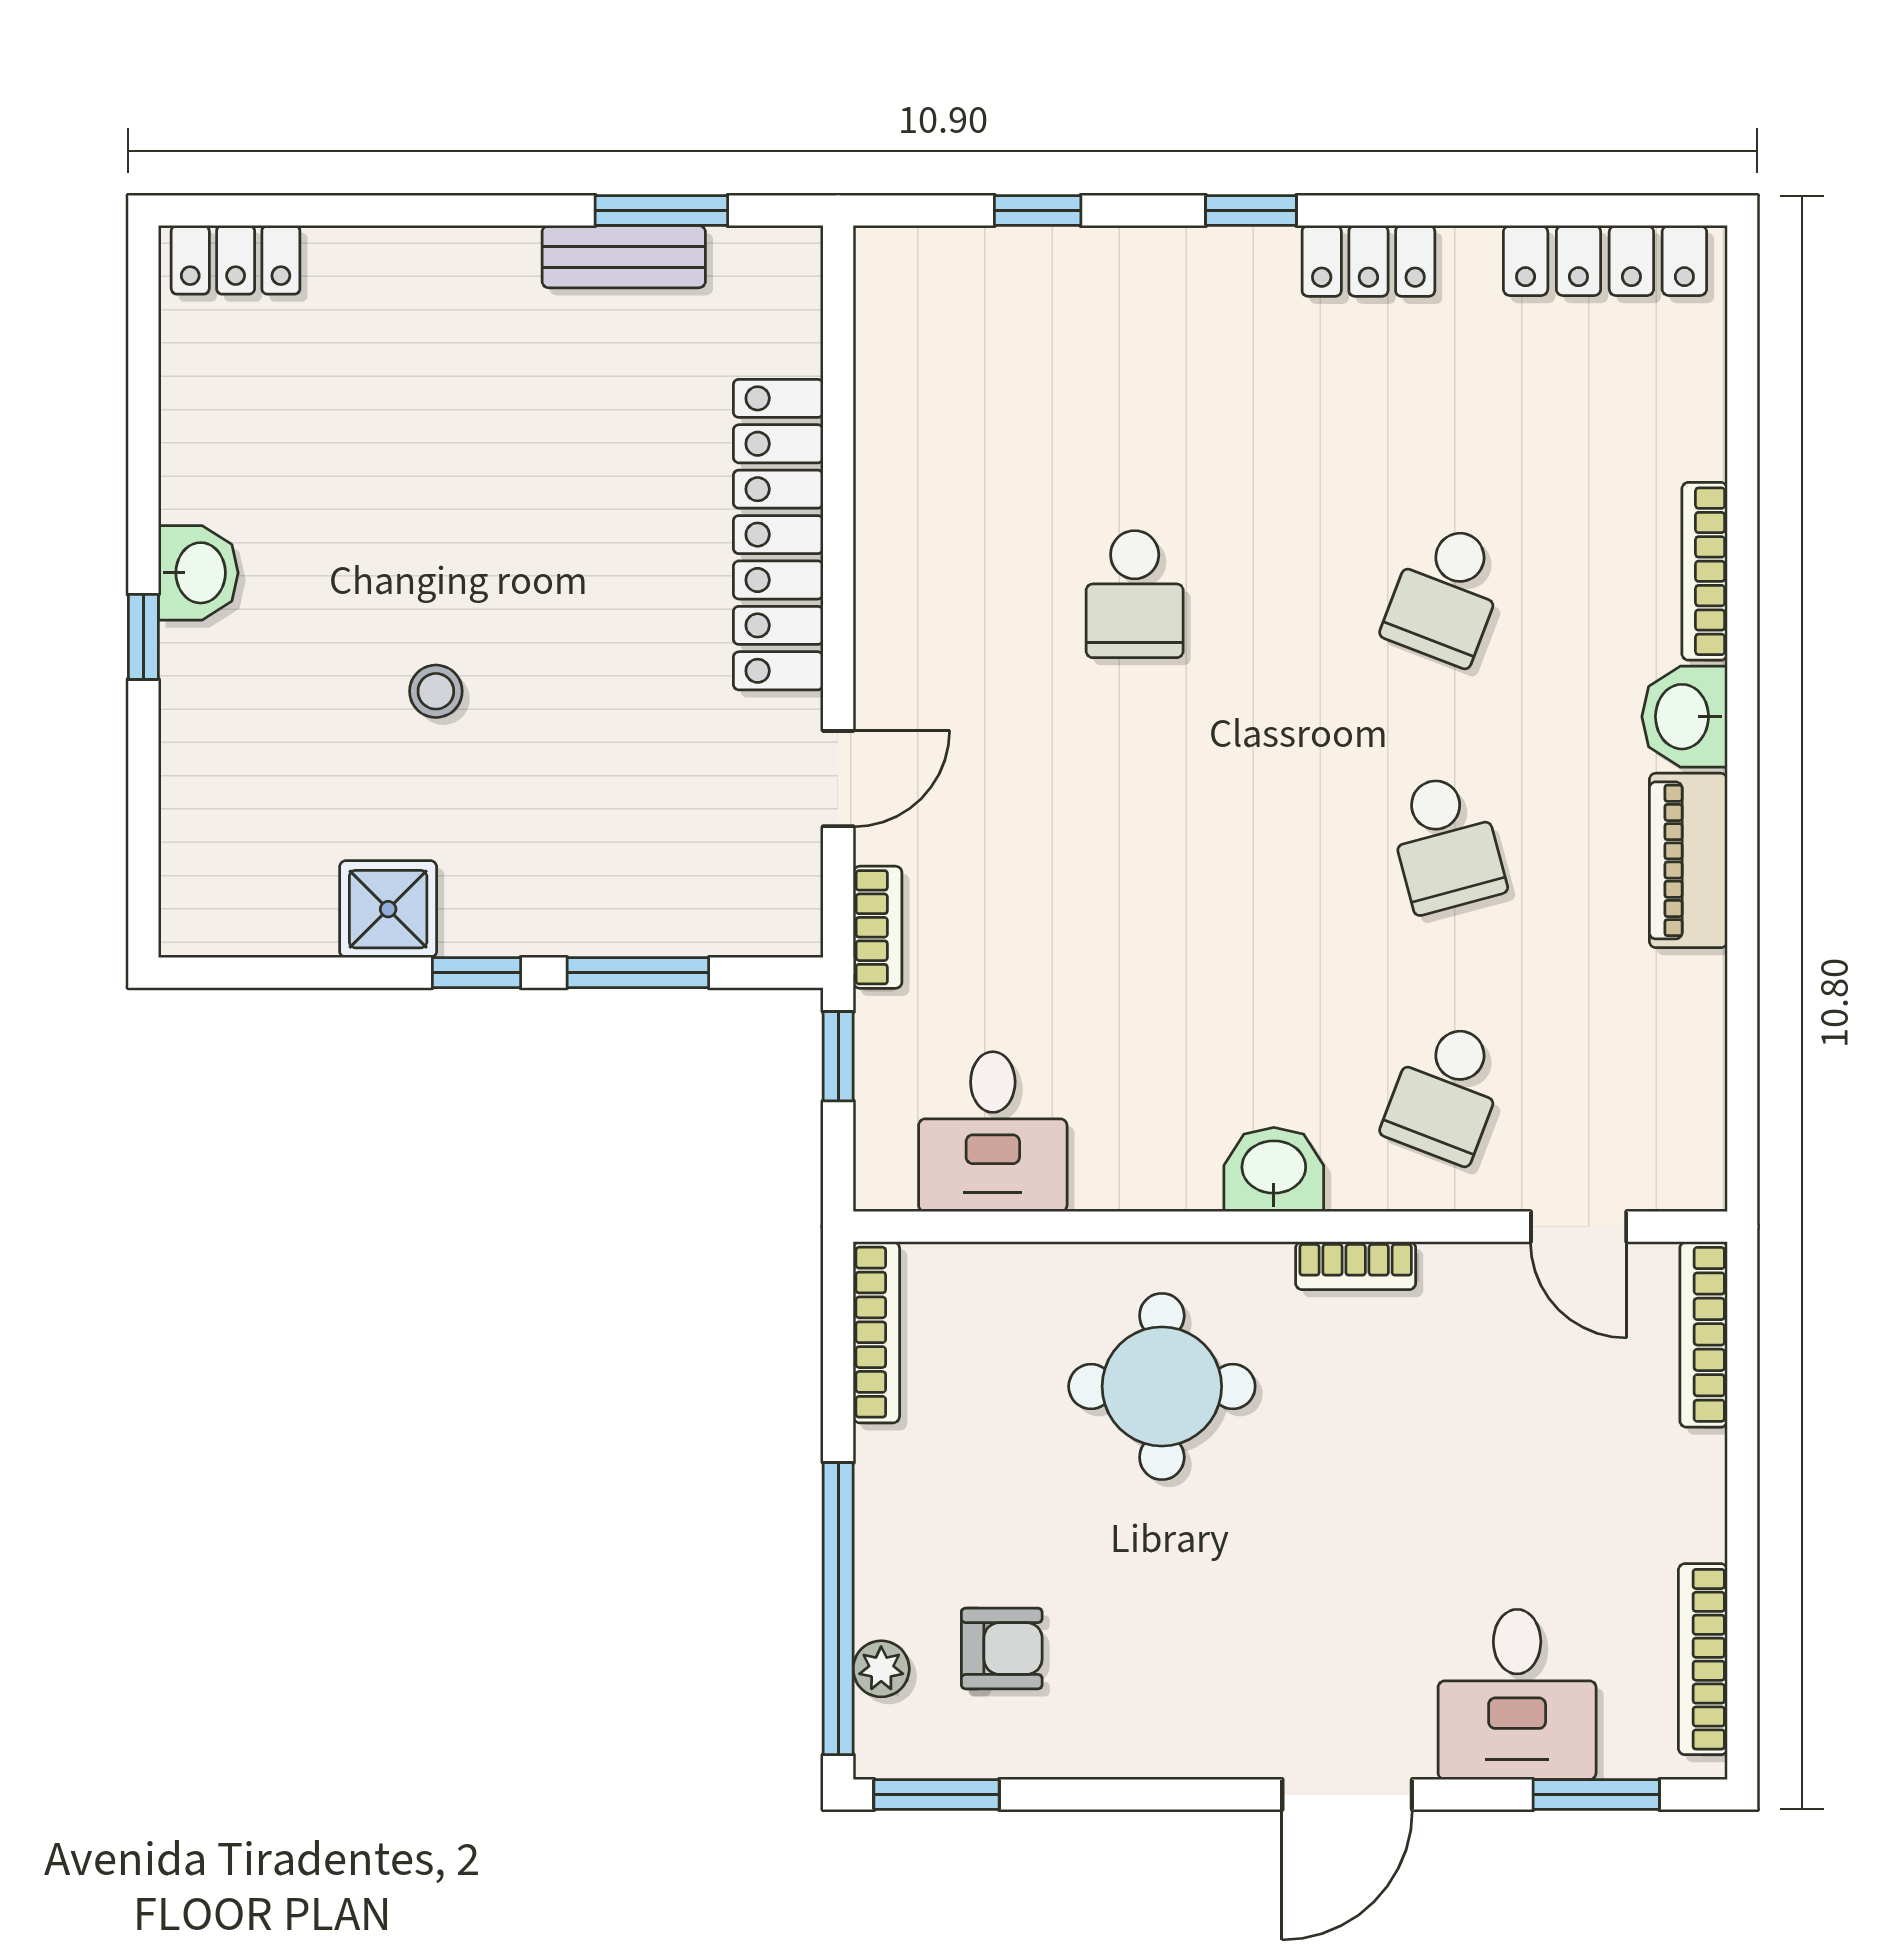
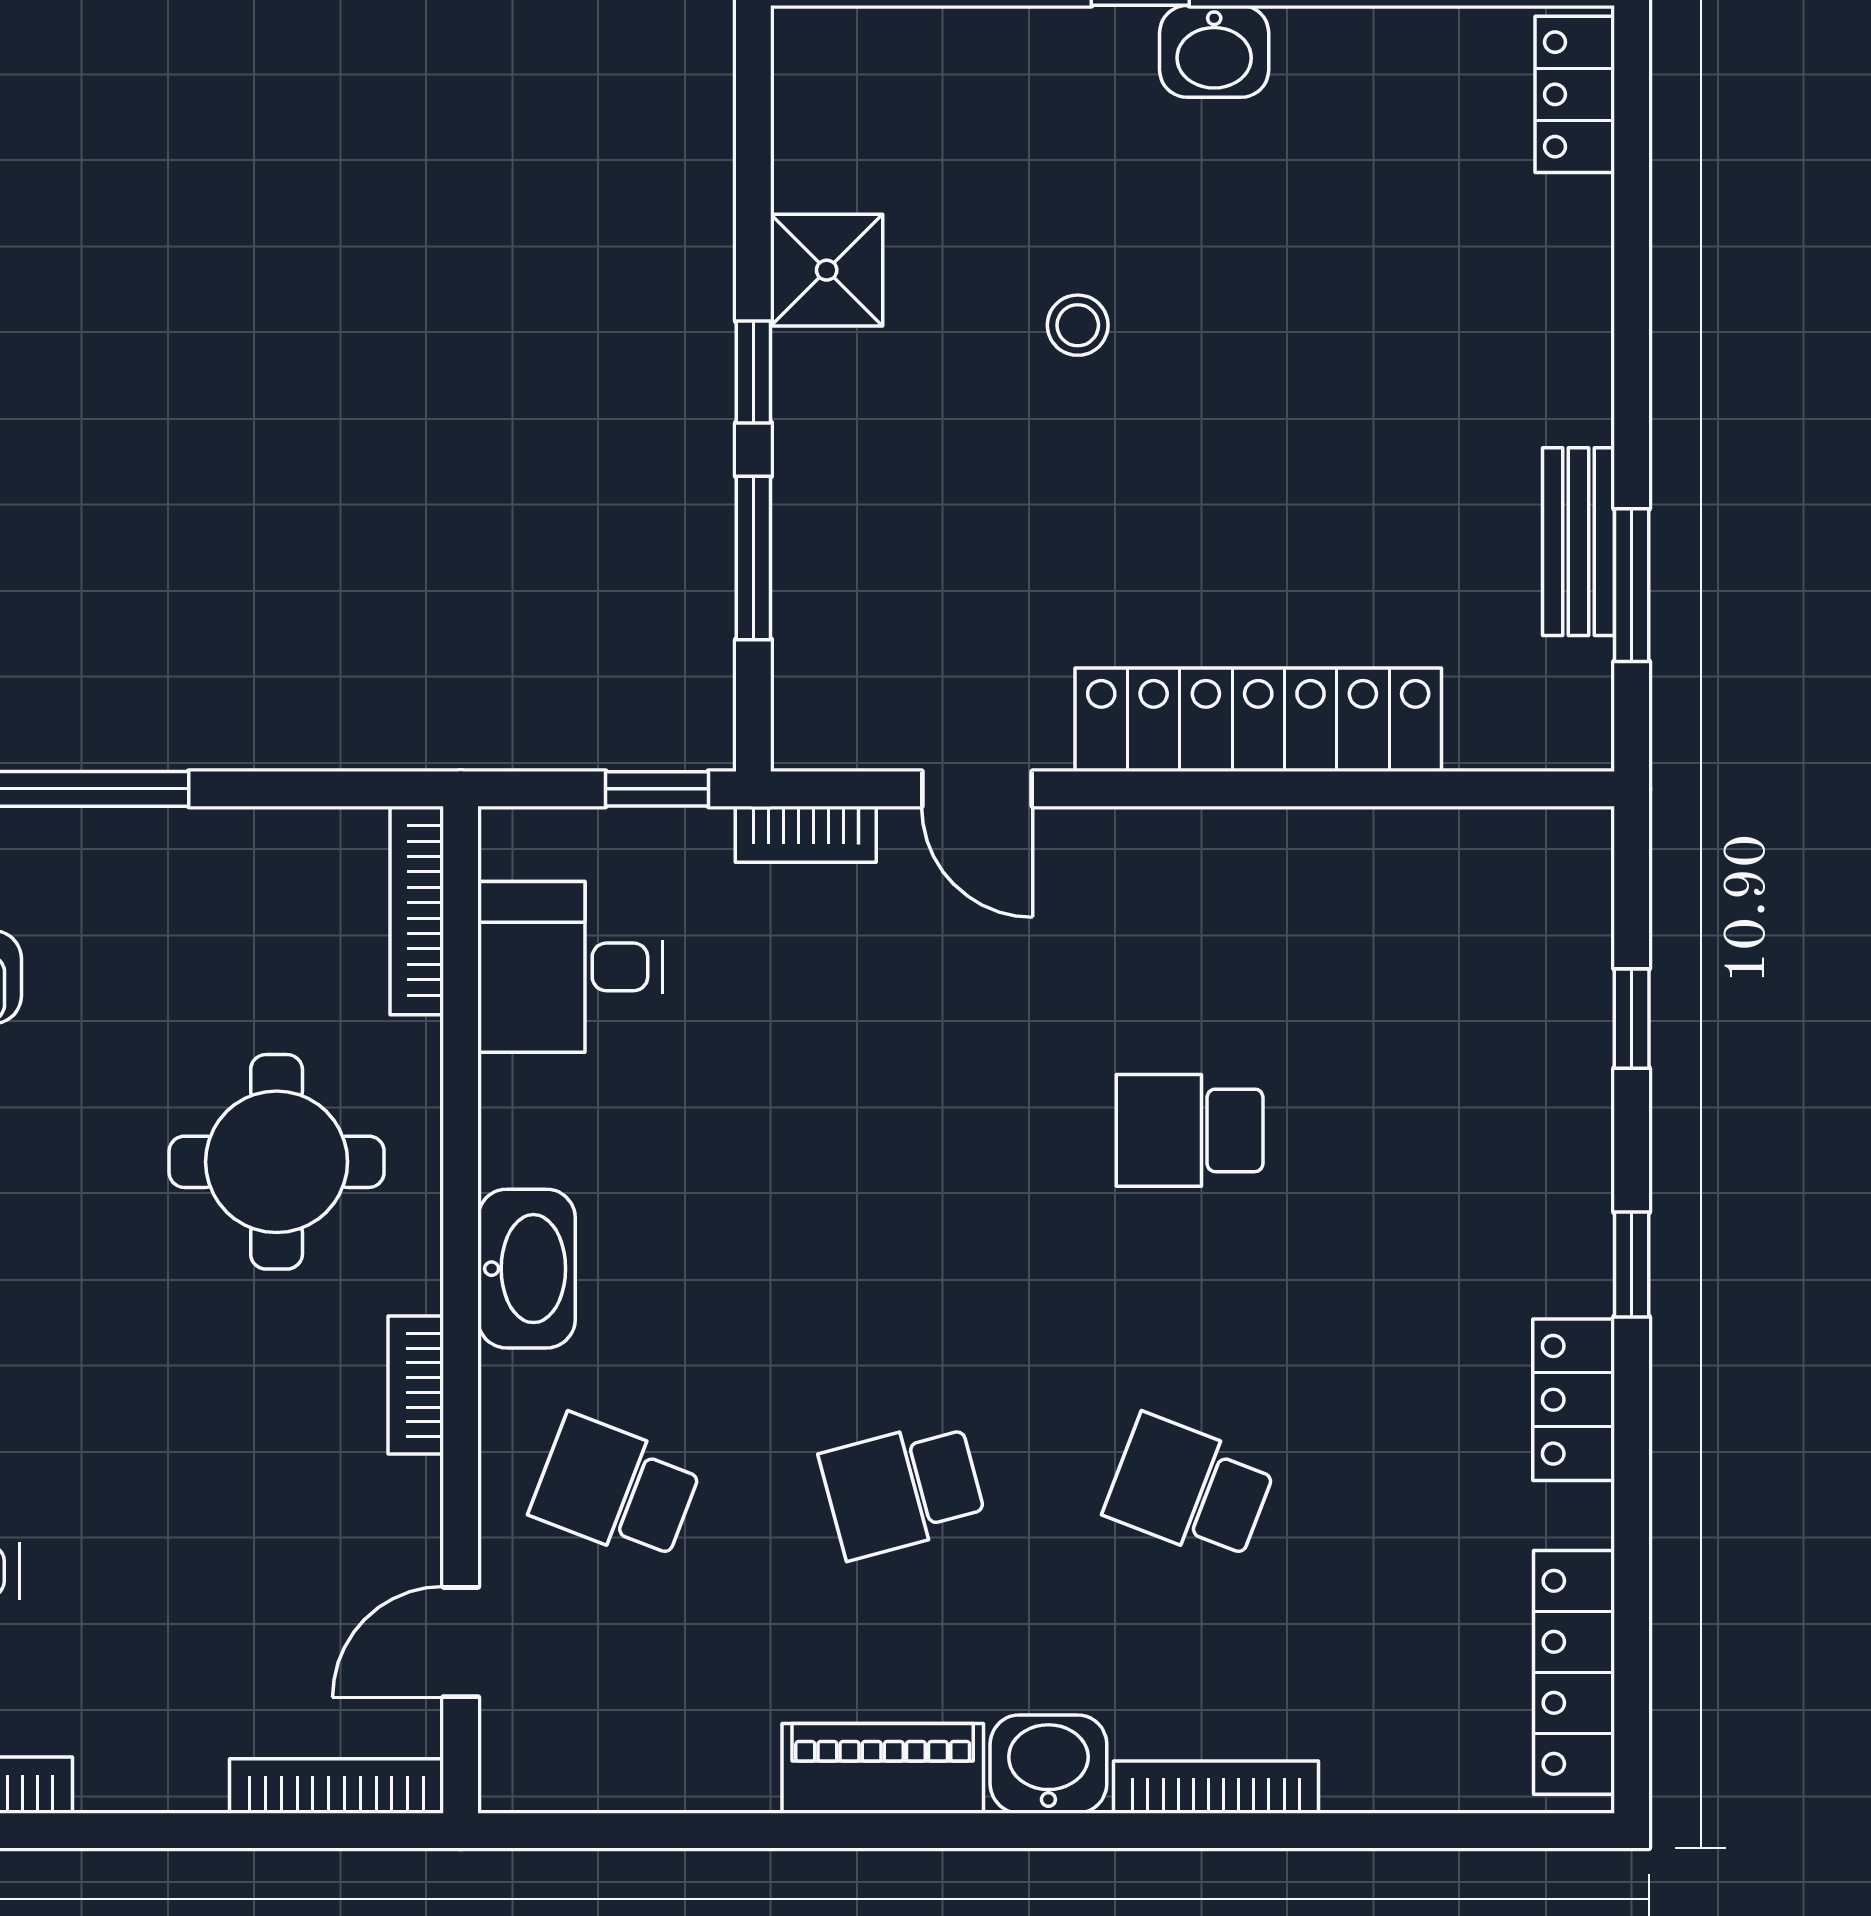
washbasin: (1274, 1170) -> (527, 1269), width x1.38
bookcase: (876, 1332) -> (417, 910), moved, turned 90

